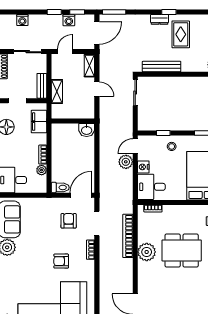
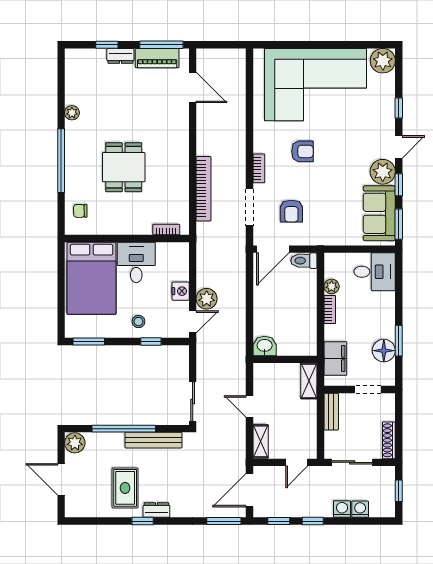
washing machine: (69, 20) -> (342, 509), moved
window: (182, 74) -> (124, 429), added
shelving: (57, 91) -> (309, 381), moved
desk: (151, 187) -> (136, 262), moved, turned -90
dining table: (182, 250) -> (124, 167), width x0.73
plant: (147, 252) -> (176, 165), removed

